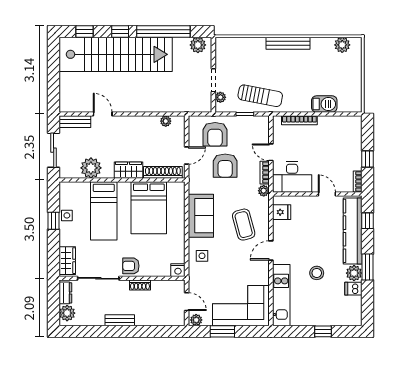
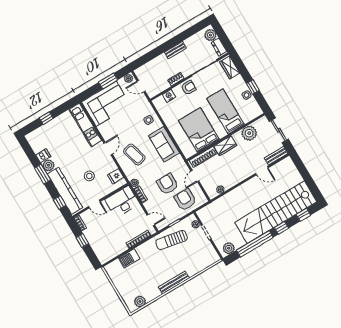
door: (271, 152) -> (151, 220), moved
nightstand: (178, 270) -> (169, 96), moved
stool: (317, 273) -> (89, 176), moved

